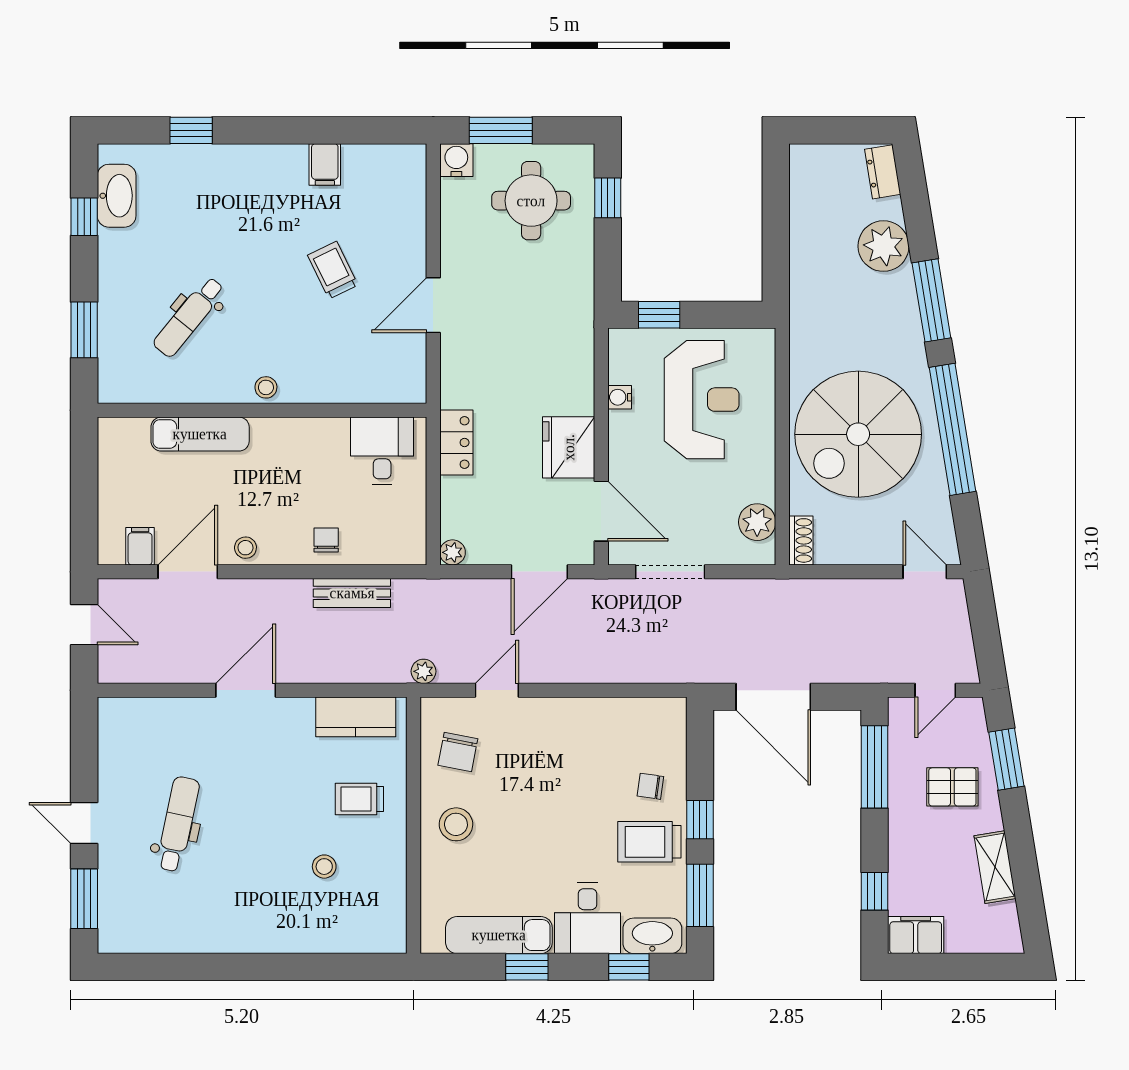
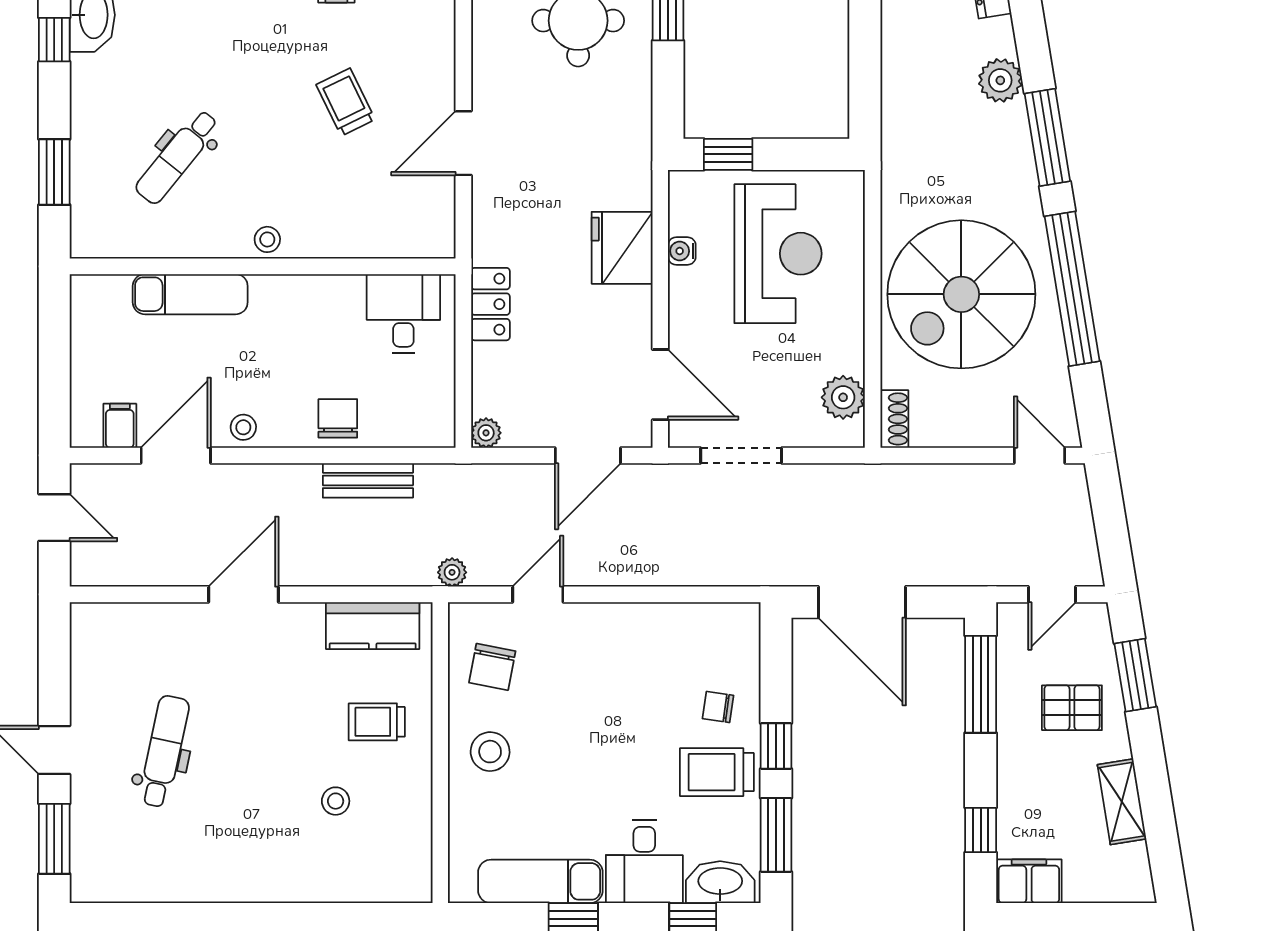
plant: (883, 246) -> (1000, 80), width x0.73, depth x0.73
fridge: (569, 447) -> (622, 248), moved
chair: (326, 540) -> (338, 418), width x1.37, depth x1.37

